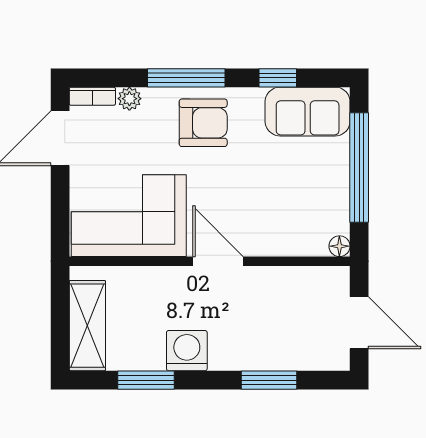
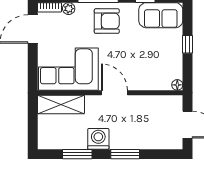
window: (359, 168) -> (187, 44), width x0.32
shelving: (87, 326) -> (61, 104), moved, turned 90
window: (269, 380) -> (125, 154), moved

